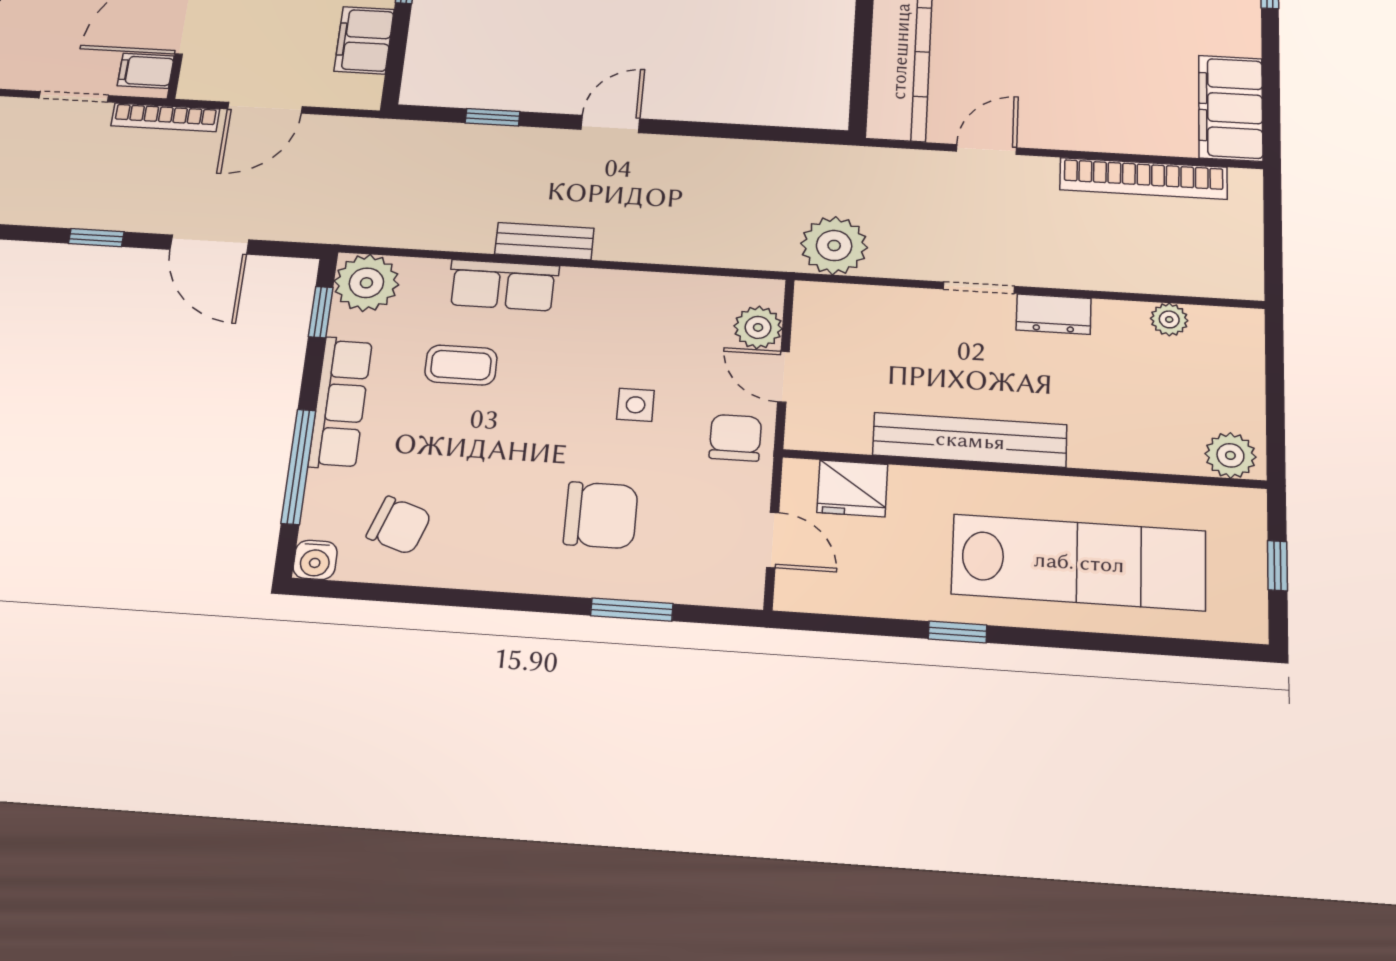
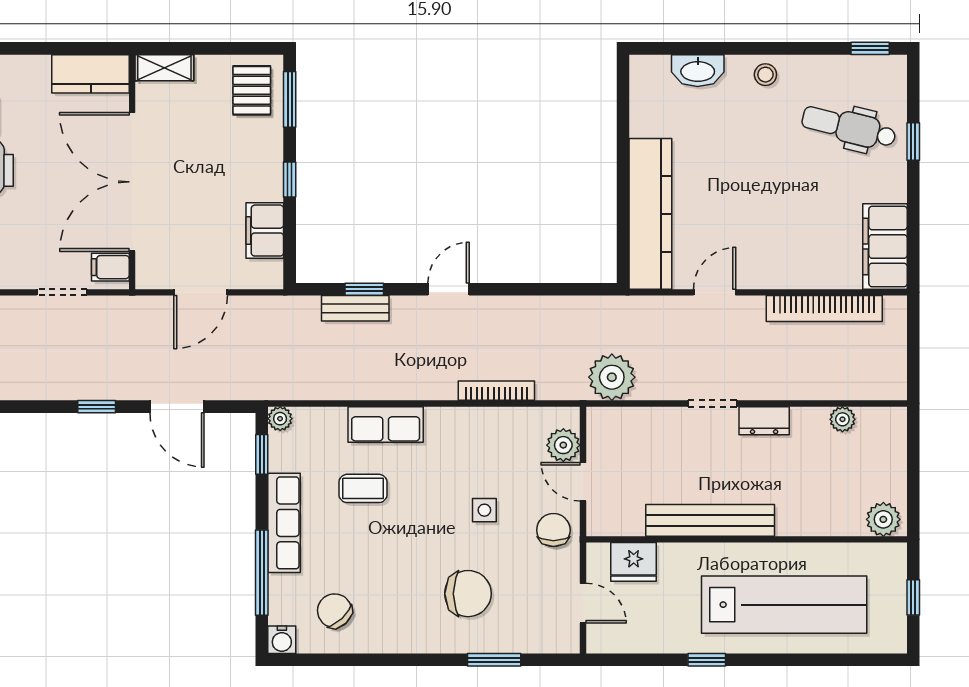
bookcase: (165, 117) -> (496, 391), moved, turned 180
bench: (544, 241) -> (355, 308), moved
plant: (366, 283) -> (280, 419), width x0.53, depth x0.53
chair: (399, 525) -> (335, 611), turned -152

